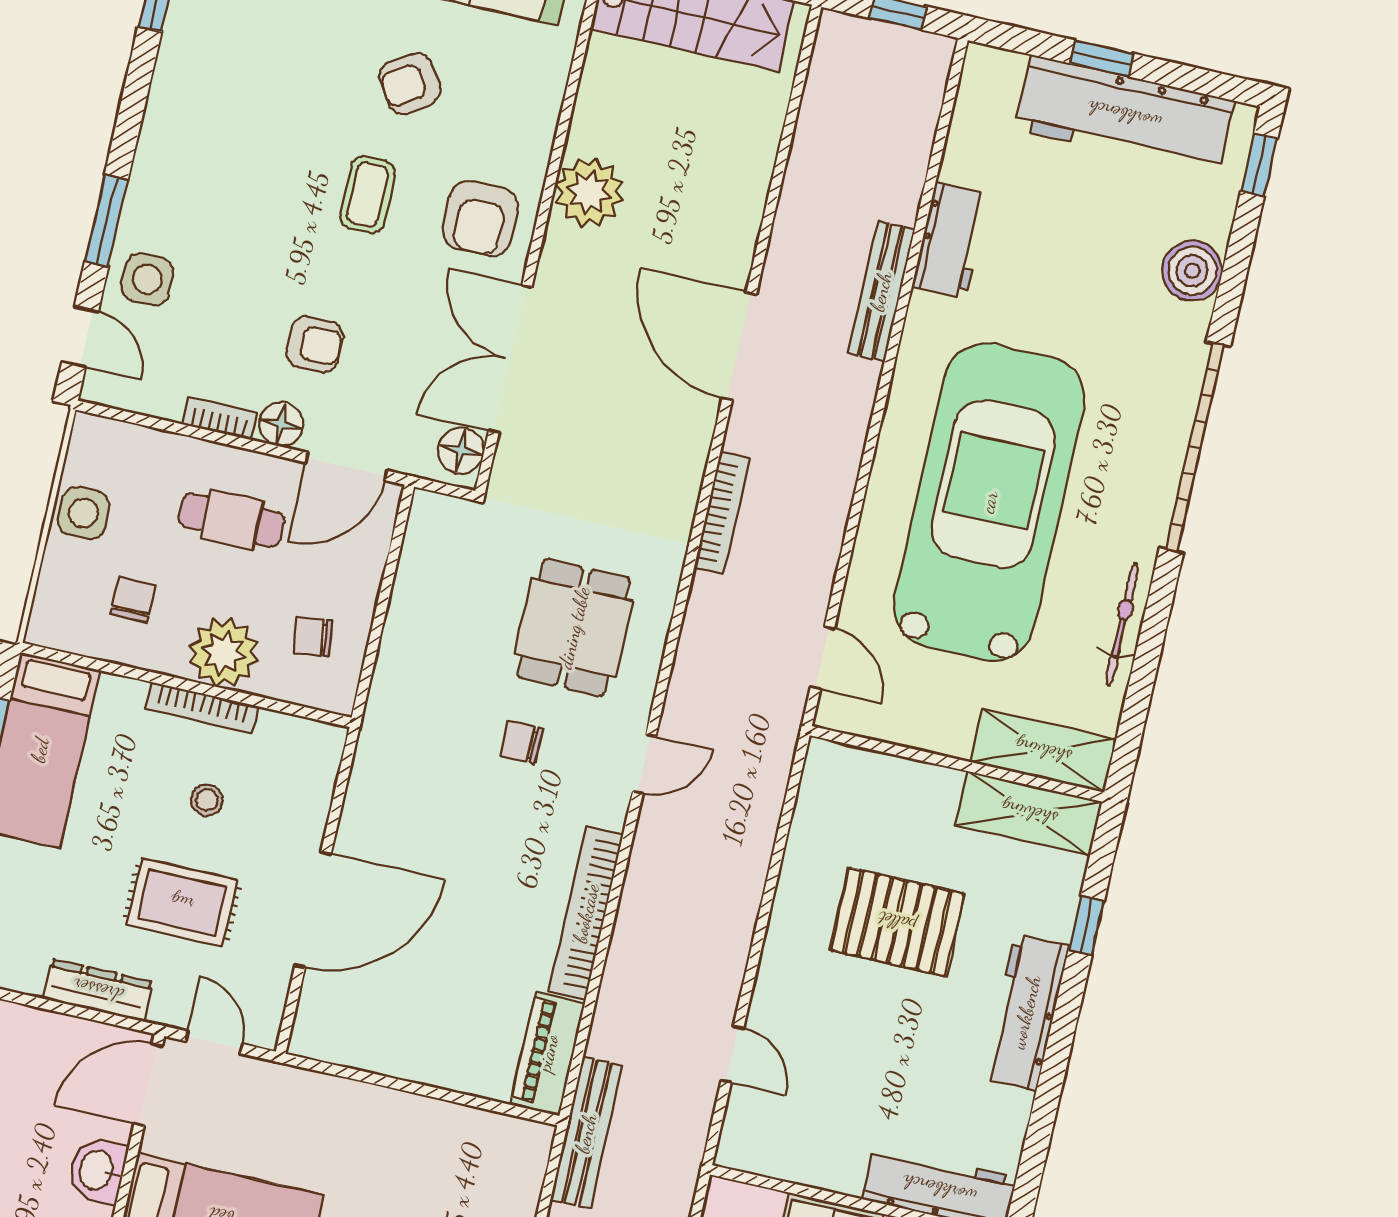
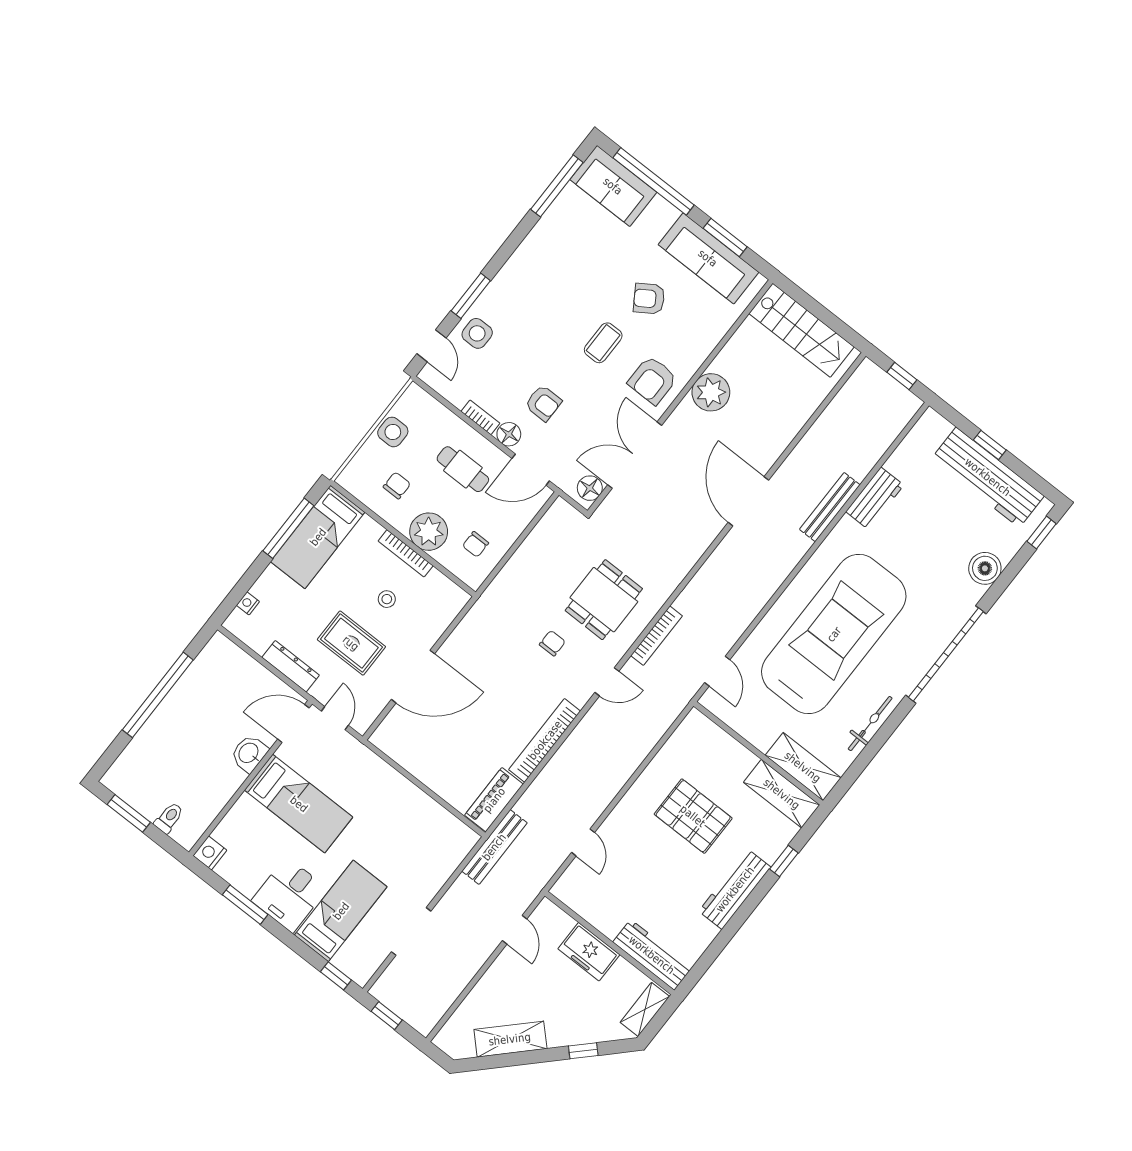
bookcase: (722, 513) -> (657, 636), moved
chair: (313, 637) -> (476, 544), turned -82
chair: (521, 742) -> (552, 643), turned 90

